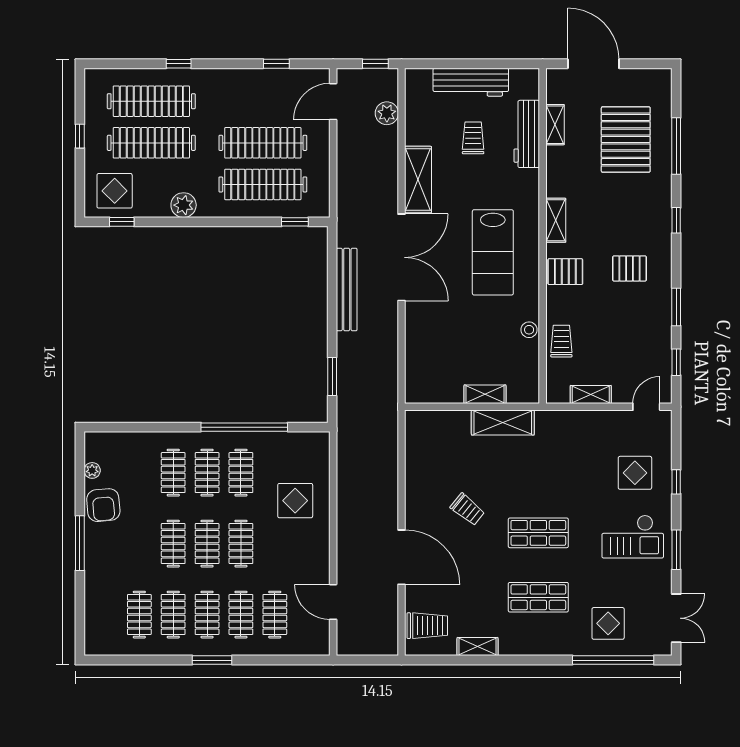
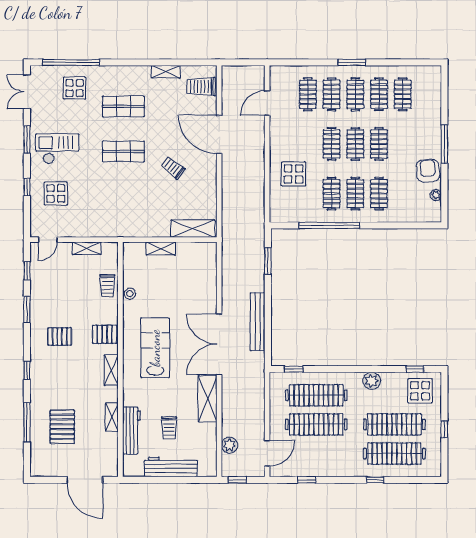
shelving: (555, 125) -> (112, 417), moved
pallet: (626, 140) -> (62, 427), width x0.73, depth x0.71
shelving: (503, 423) -> (193, 229), moved
door: (333, 602) -> (267, 103), swing flipped

